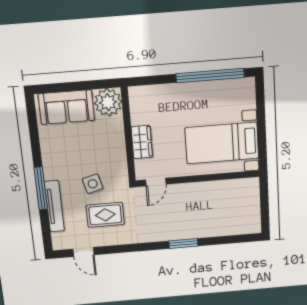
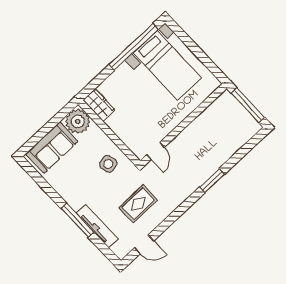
wardrobe: (142, 142) -> (99, 105), moved
bed with nightstands: (222, 143) -> (167, 65), moved, turned -90
side table: (93, 184) -> (108, 164), moved
window: (264, 205) -> (248, 105), added

